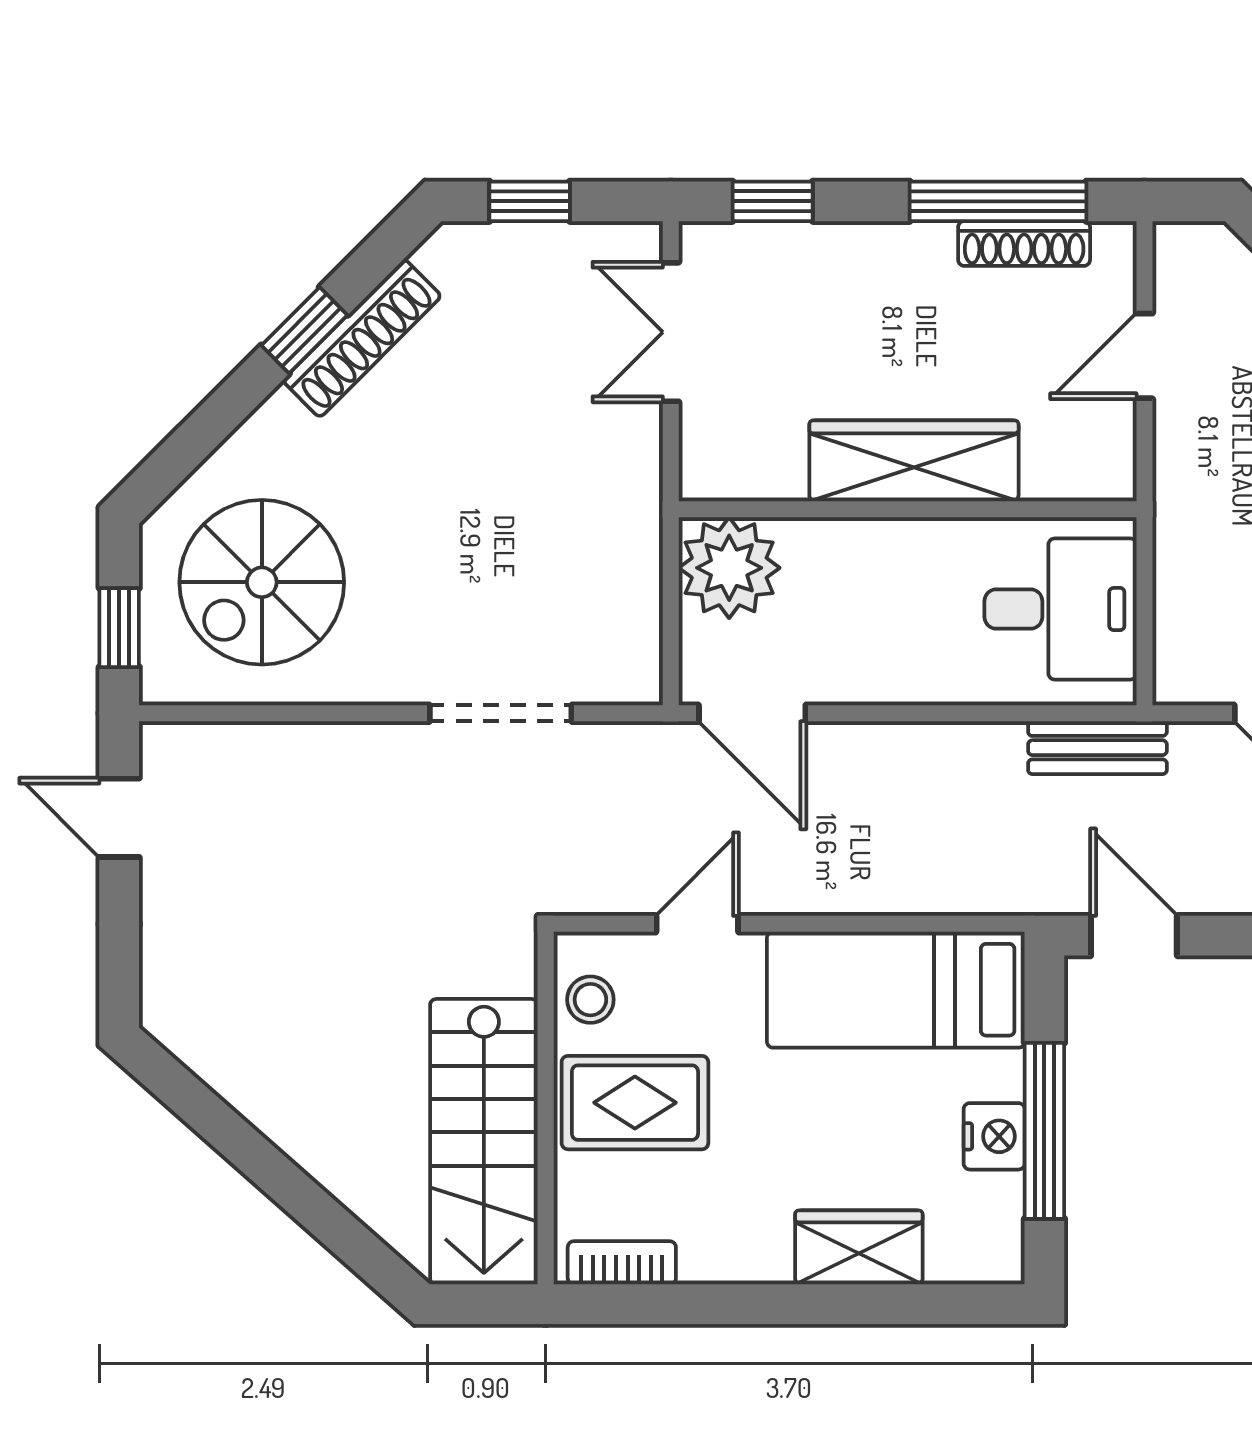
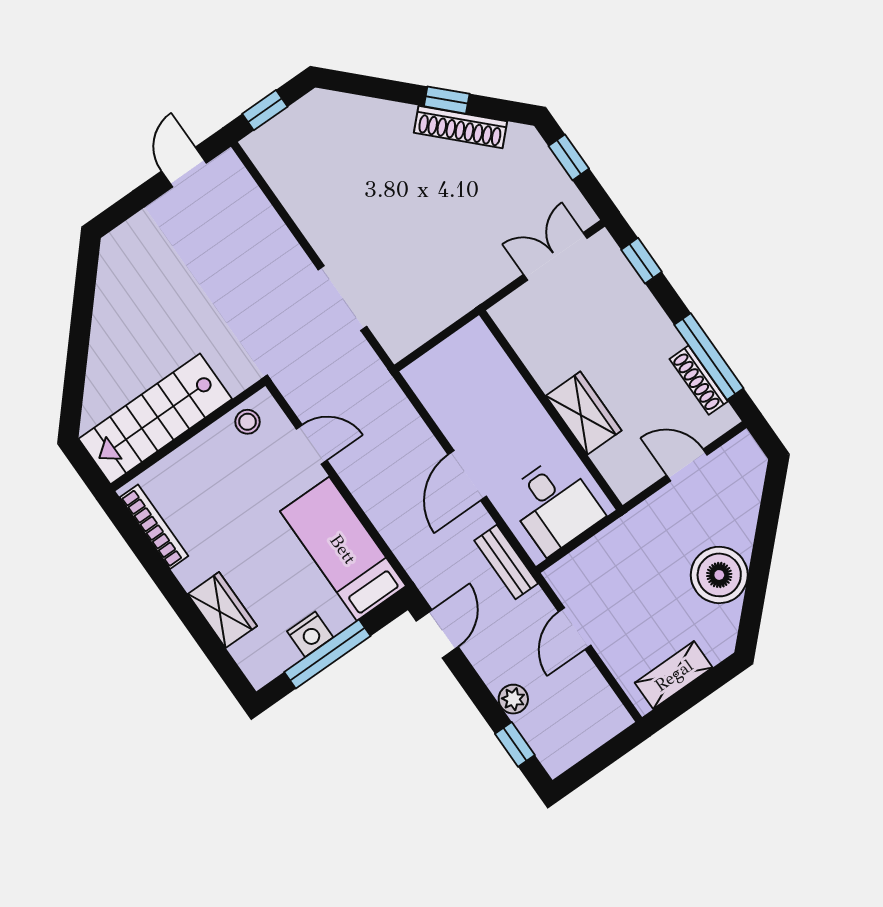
wardrobe: (914, 461) -> (584, 413), width x0.67
plant: (729, 568) -> (473, 352), removed
spiral stairs: (262, 582) -> (327, 157), removed
door: (752, 713) -> (467, 476), moved
rug: (635, 1103) -> (217, 471), removed
bookcase: (622, 1263) -> (154, 527), width x1.56

